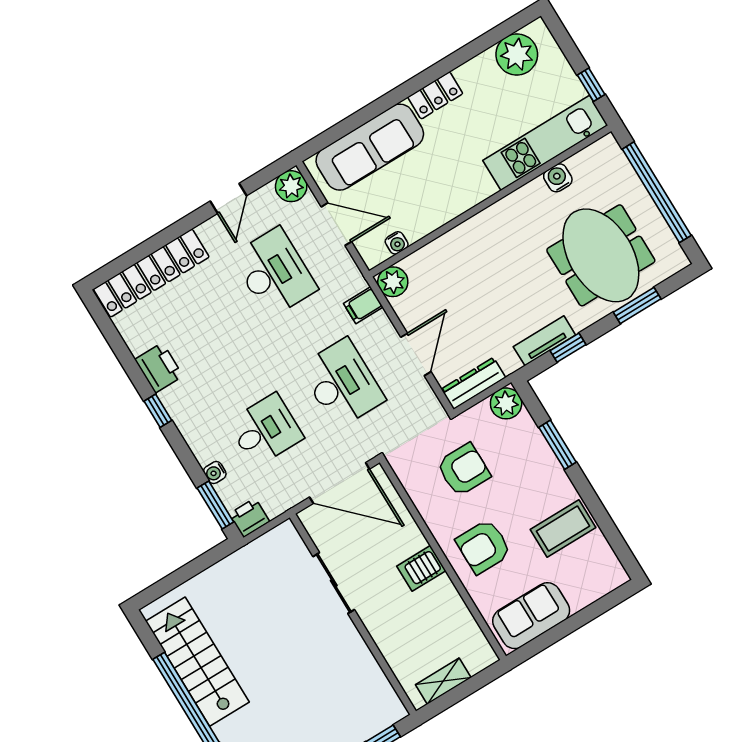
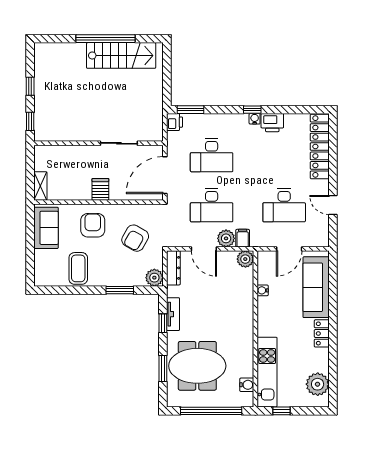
water cooler: (558, 178) -> (247, 385), moved
plant: (291, 186) -> (226, 238), moved
water cooler: (397, 243) -> (263, 290), moved
desk: (265, 430) -> (212, 155), width x1.37
armchair: (463, 470) -> (135, 238), turned 30
water cooler: (215, 473) -> (255, 119), moved
shelving: (443, 681) -> (40, 186), moved

